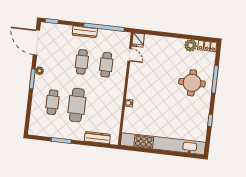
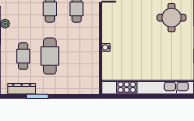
dresser: (97, 138) -> (22, 89), moved

